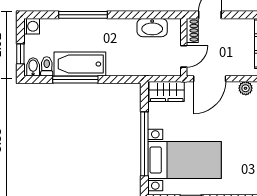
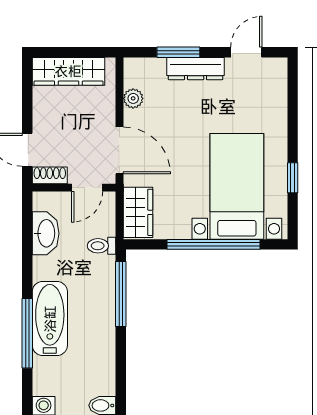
door: (184, 56) -> (87, 188), swing flipped
bathtub: (80, 64) -> (50, 319), moved, turned 180
toilet: (47, 66) -> (102, 246), moved
window: (75, 80) -> (121, 294), moved

